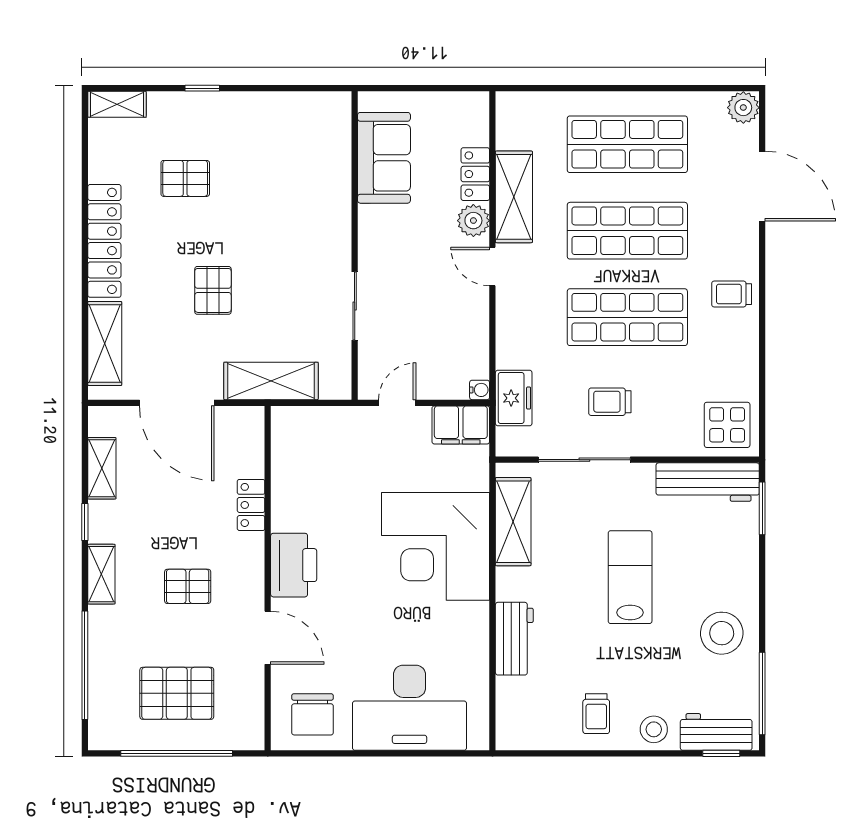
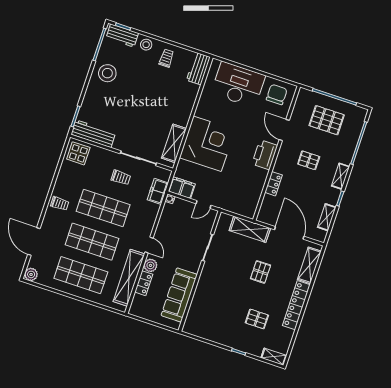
sofa: (384, 158) -> (179, 295), width x1.36
shelving: (514, 197) -> (129, 278), width x1.47
lab bench: (630, 577) -> (136, 107), removed
workbench: (514, 639) -> (198, 69), moved

